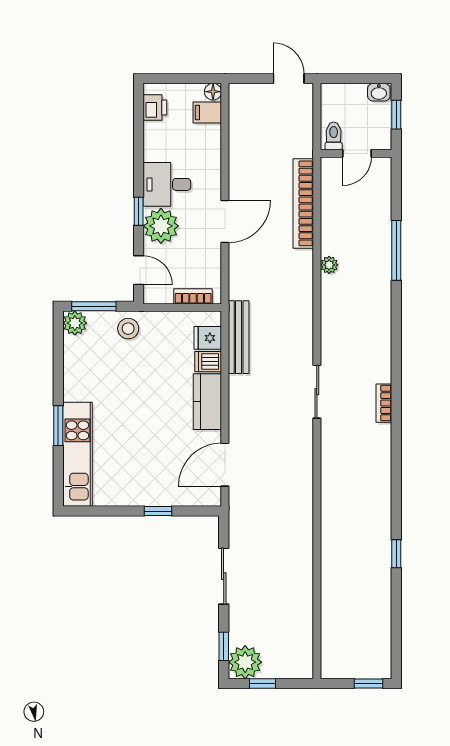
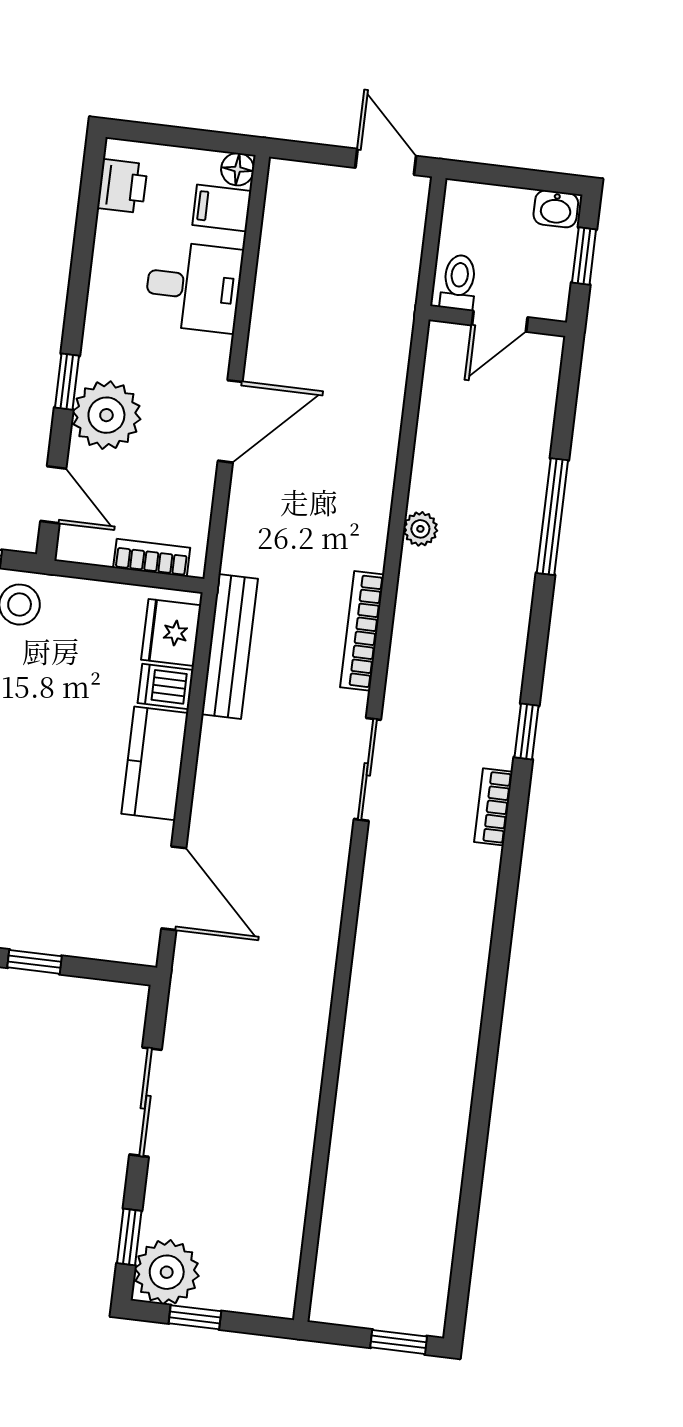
desk: (167, 184) -> (194, 287), moved, turned 180
bookcase: (303, 203) -> (362, 631), moved, width x0.68, depth x0.76
fridge: (208, 338) -> (171, 632), width x1.38
door: (225, 465) -> (174, 888), swing flipped
window: (396, 554) -> (526, 731), moved

